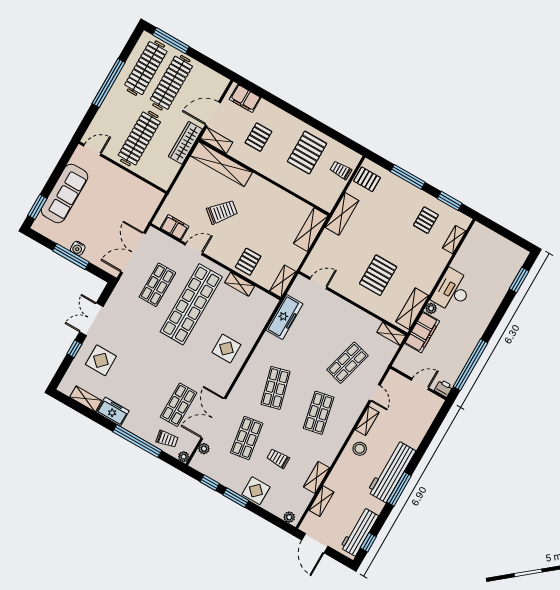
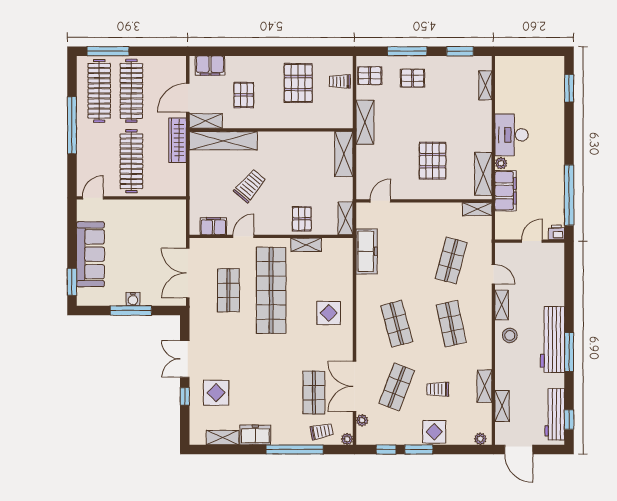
pallet: (426, 220) -> (413, 78), moved, turned 90
shop shelf: (247, 438) -> (397, 387), turned 30

